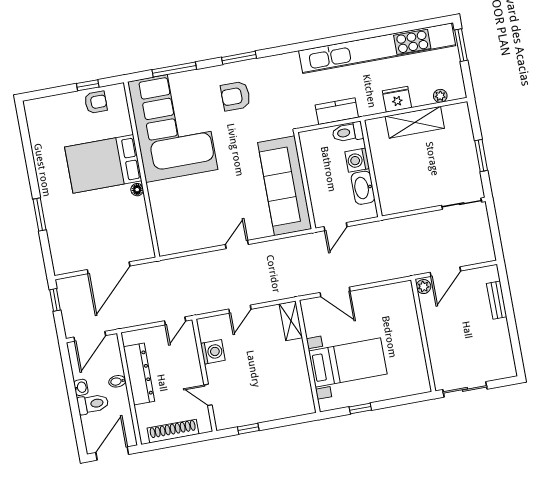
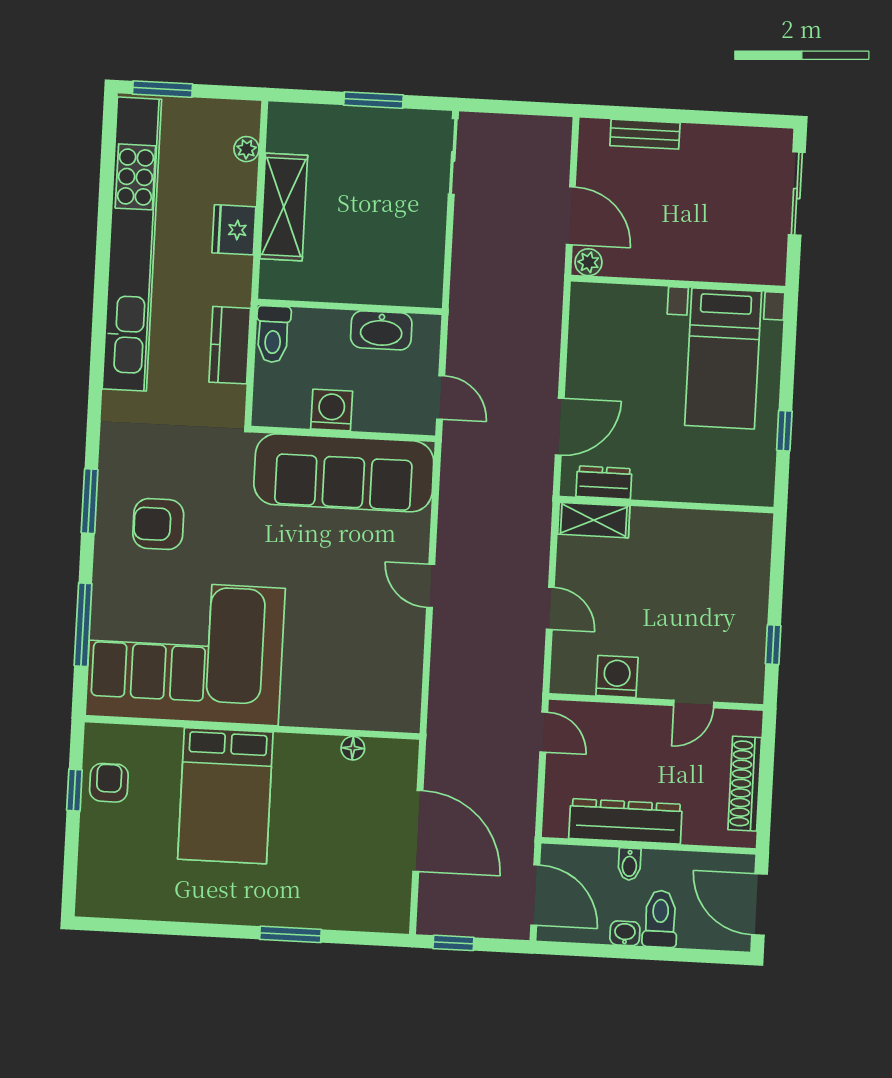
armchair: (236, 96) -> (158, 524), turned 90
washing machine: (357, 160) -> (332, 410), moved, turned 180
floor lamp: (137, 190) -> (353, 748), moved
dresser: (311, 321) -> (604, 483), added
bed with nightstands: (348, 362) -> (723, 358), moved, turned 180
sliding door: (465, 389) -> (797, 194), moved

